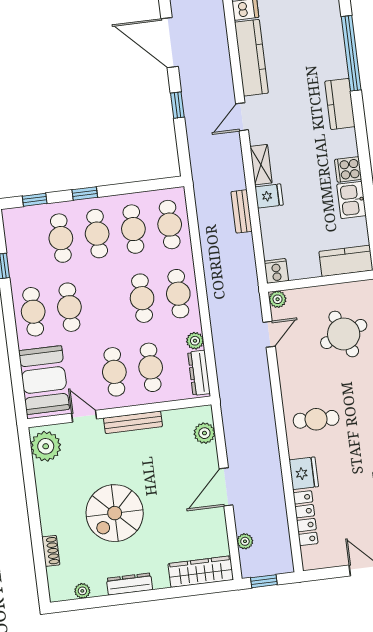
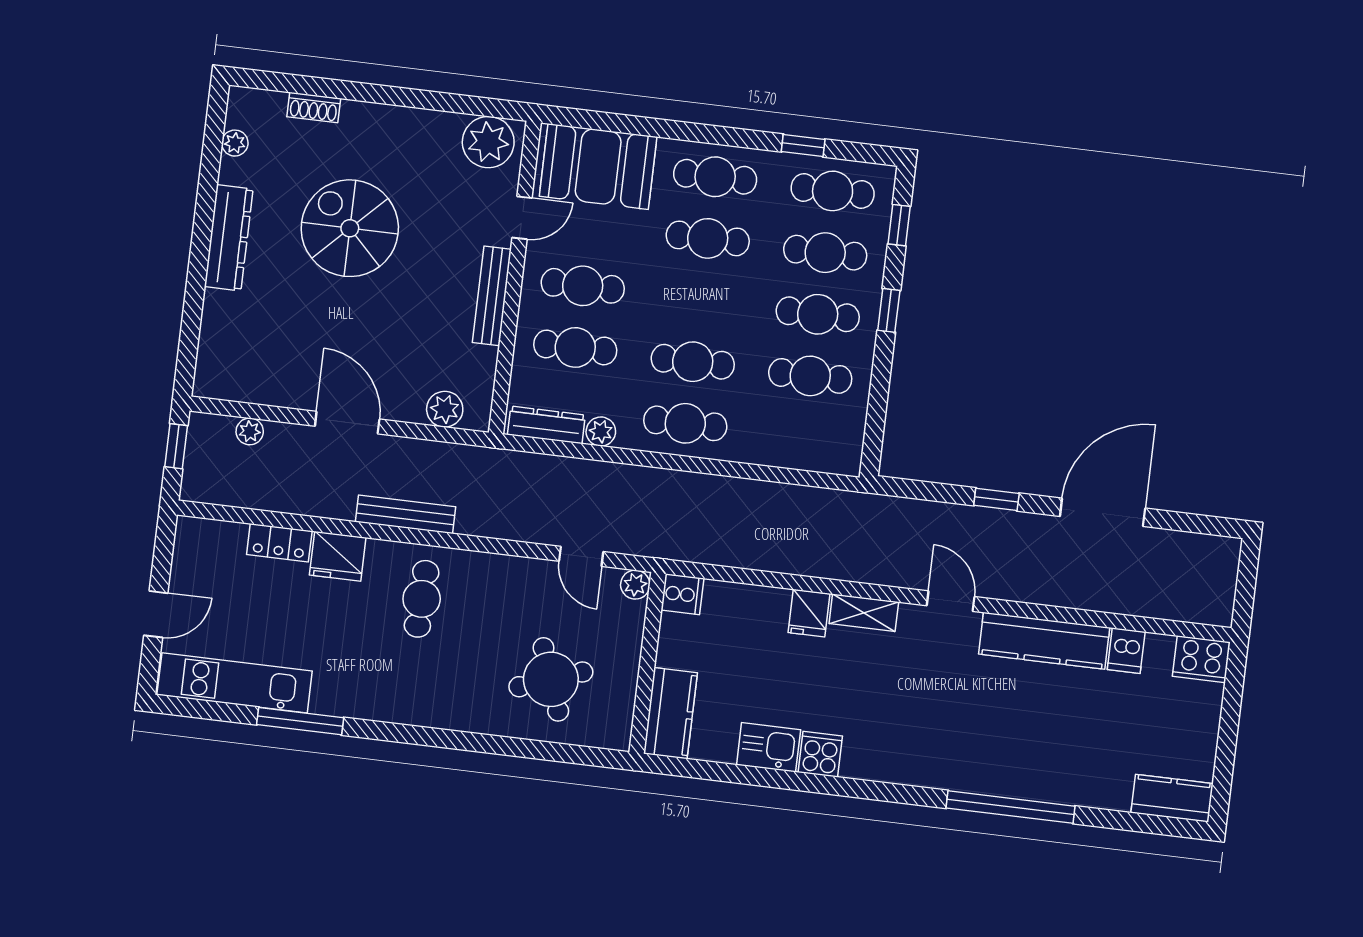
kitchen counter: (340, 104) -> (932, 768), removed
bench: (242, 211) -> (406, 514), moved, width x1.36
cafe table: (170, 225) -> (833, 191), moved
locker: (305, 518) -> (279, 543), width x0.66
wardrobe: (201, 572) -> (218, 346), removed
dresser: (130, 584) -> (229, 238), width x1.37, depth x1.24

